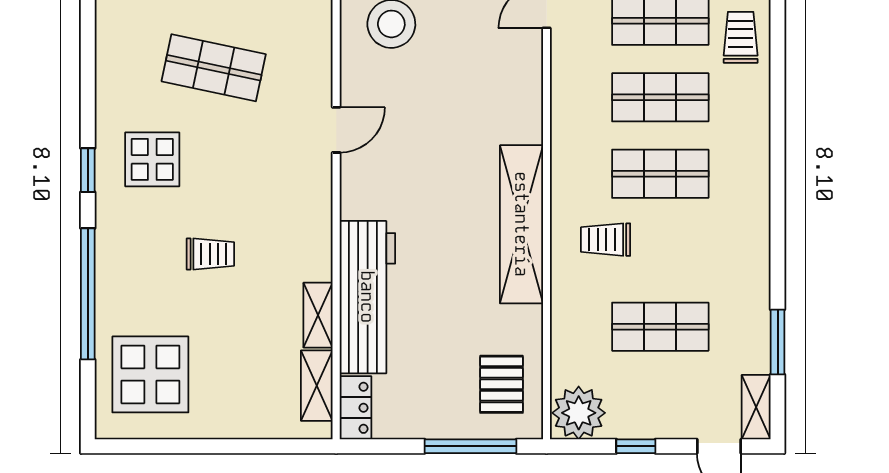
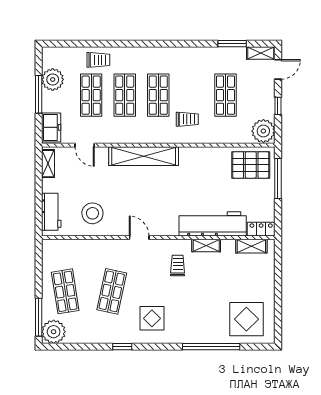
trolley: (741, 37) -> (98, 60), turned 180
window: (88, 170) -> (122, 347), moved
shelving: (521, 224) -> (144, 156), moved
trolley: (606, 240) -> (187, 119), turned -90
trolley: (210, 254) -> (178, 266), moved
shelving: (318, 315) -> (206, 245), moved
pallet: (501, 384) -> (251, 165), width x1.50, depth x1.42

